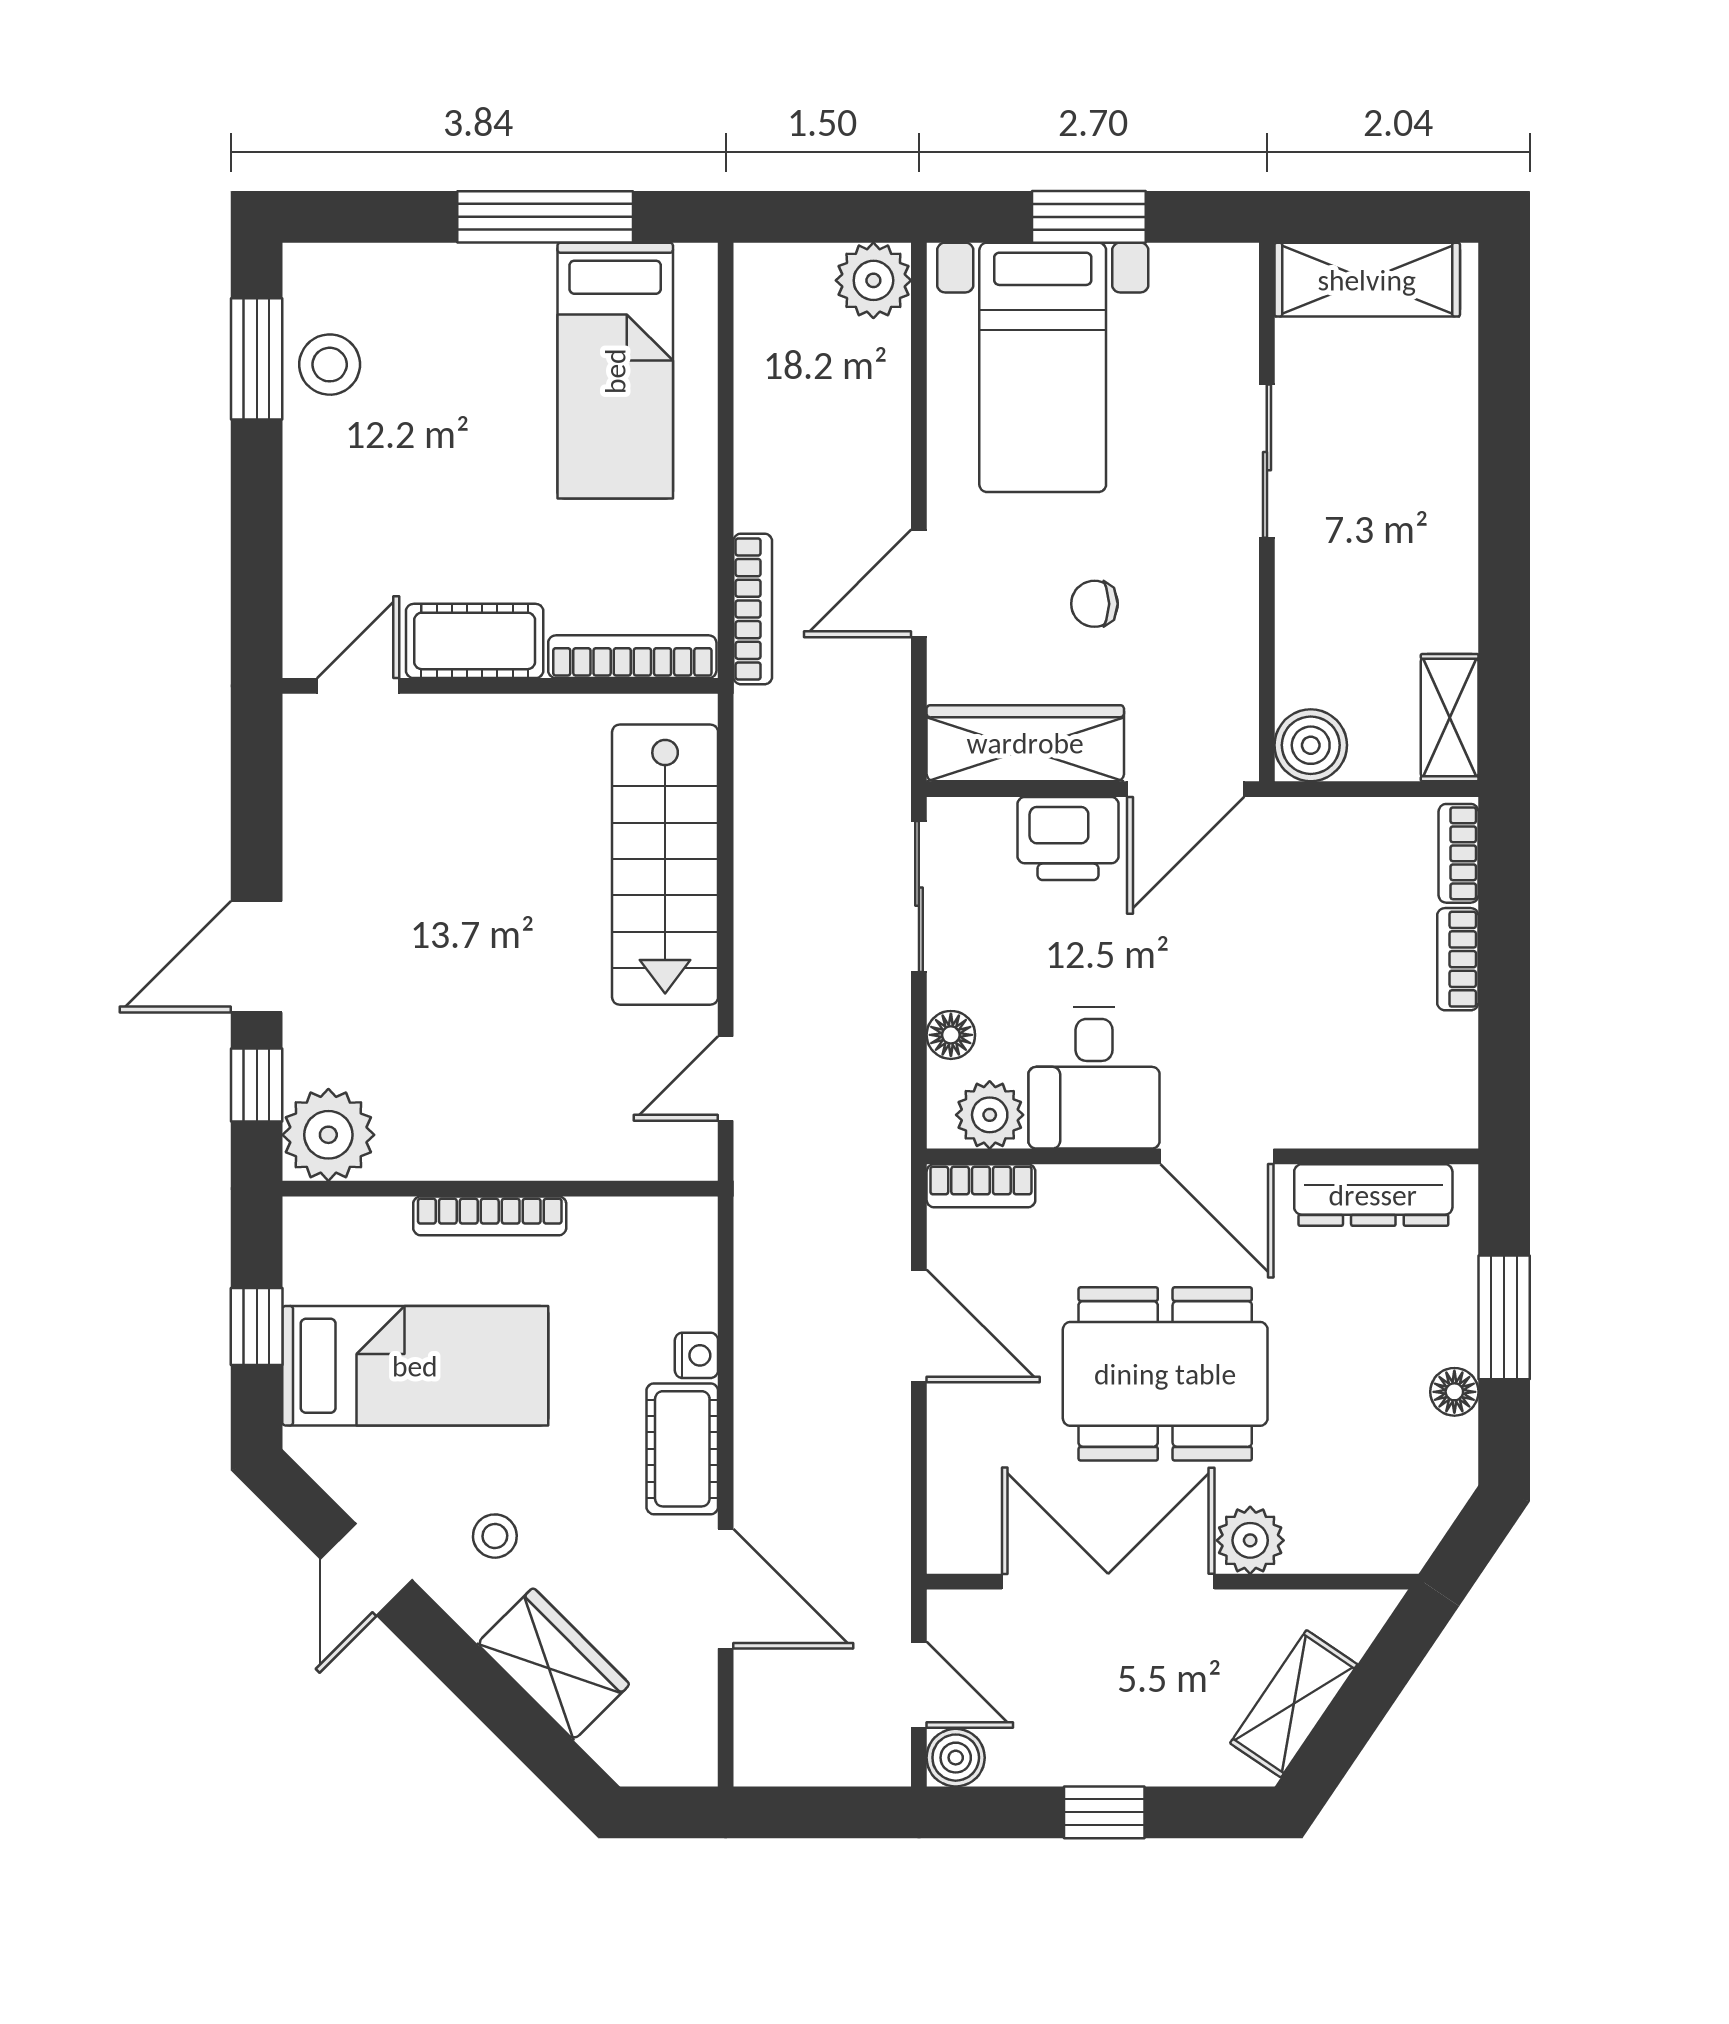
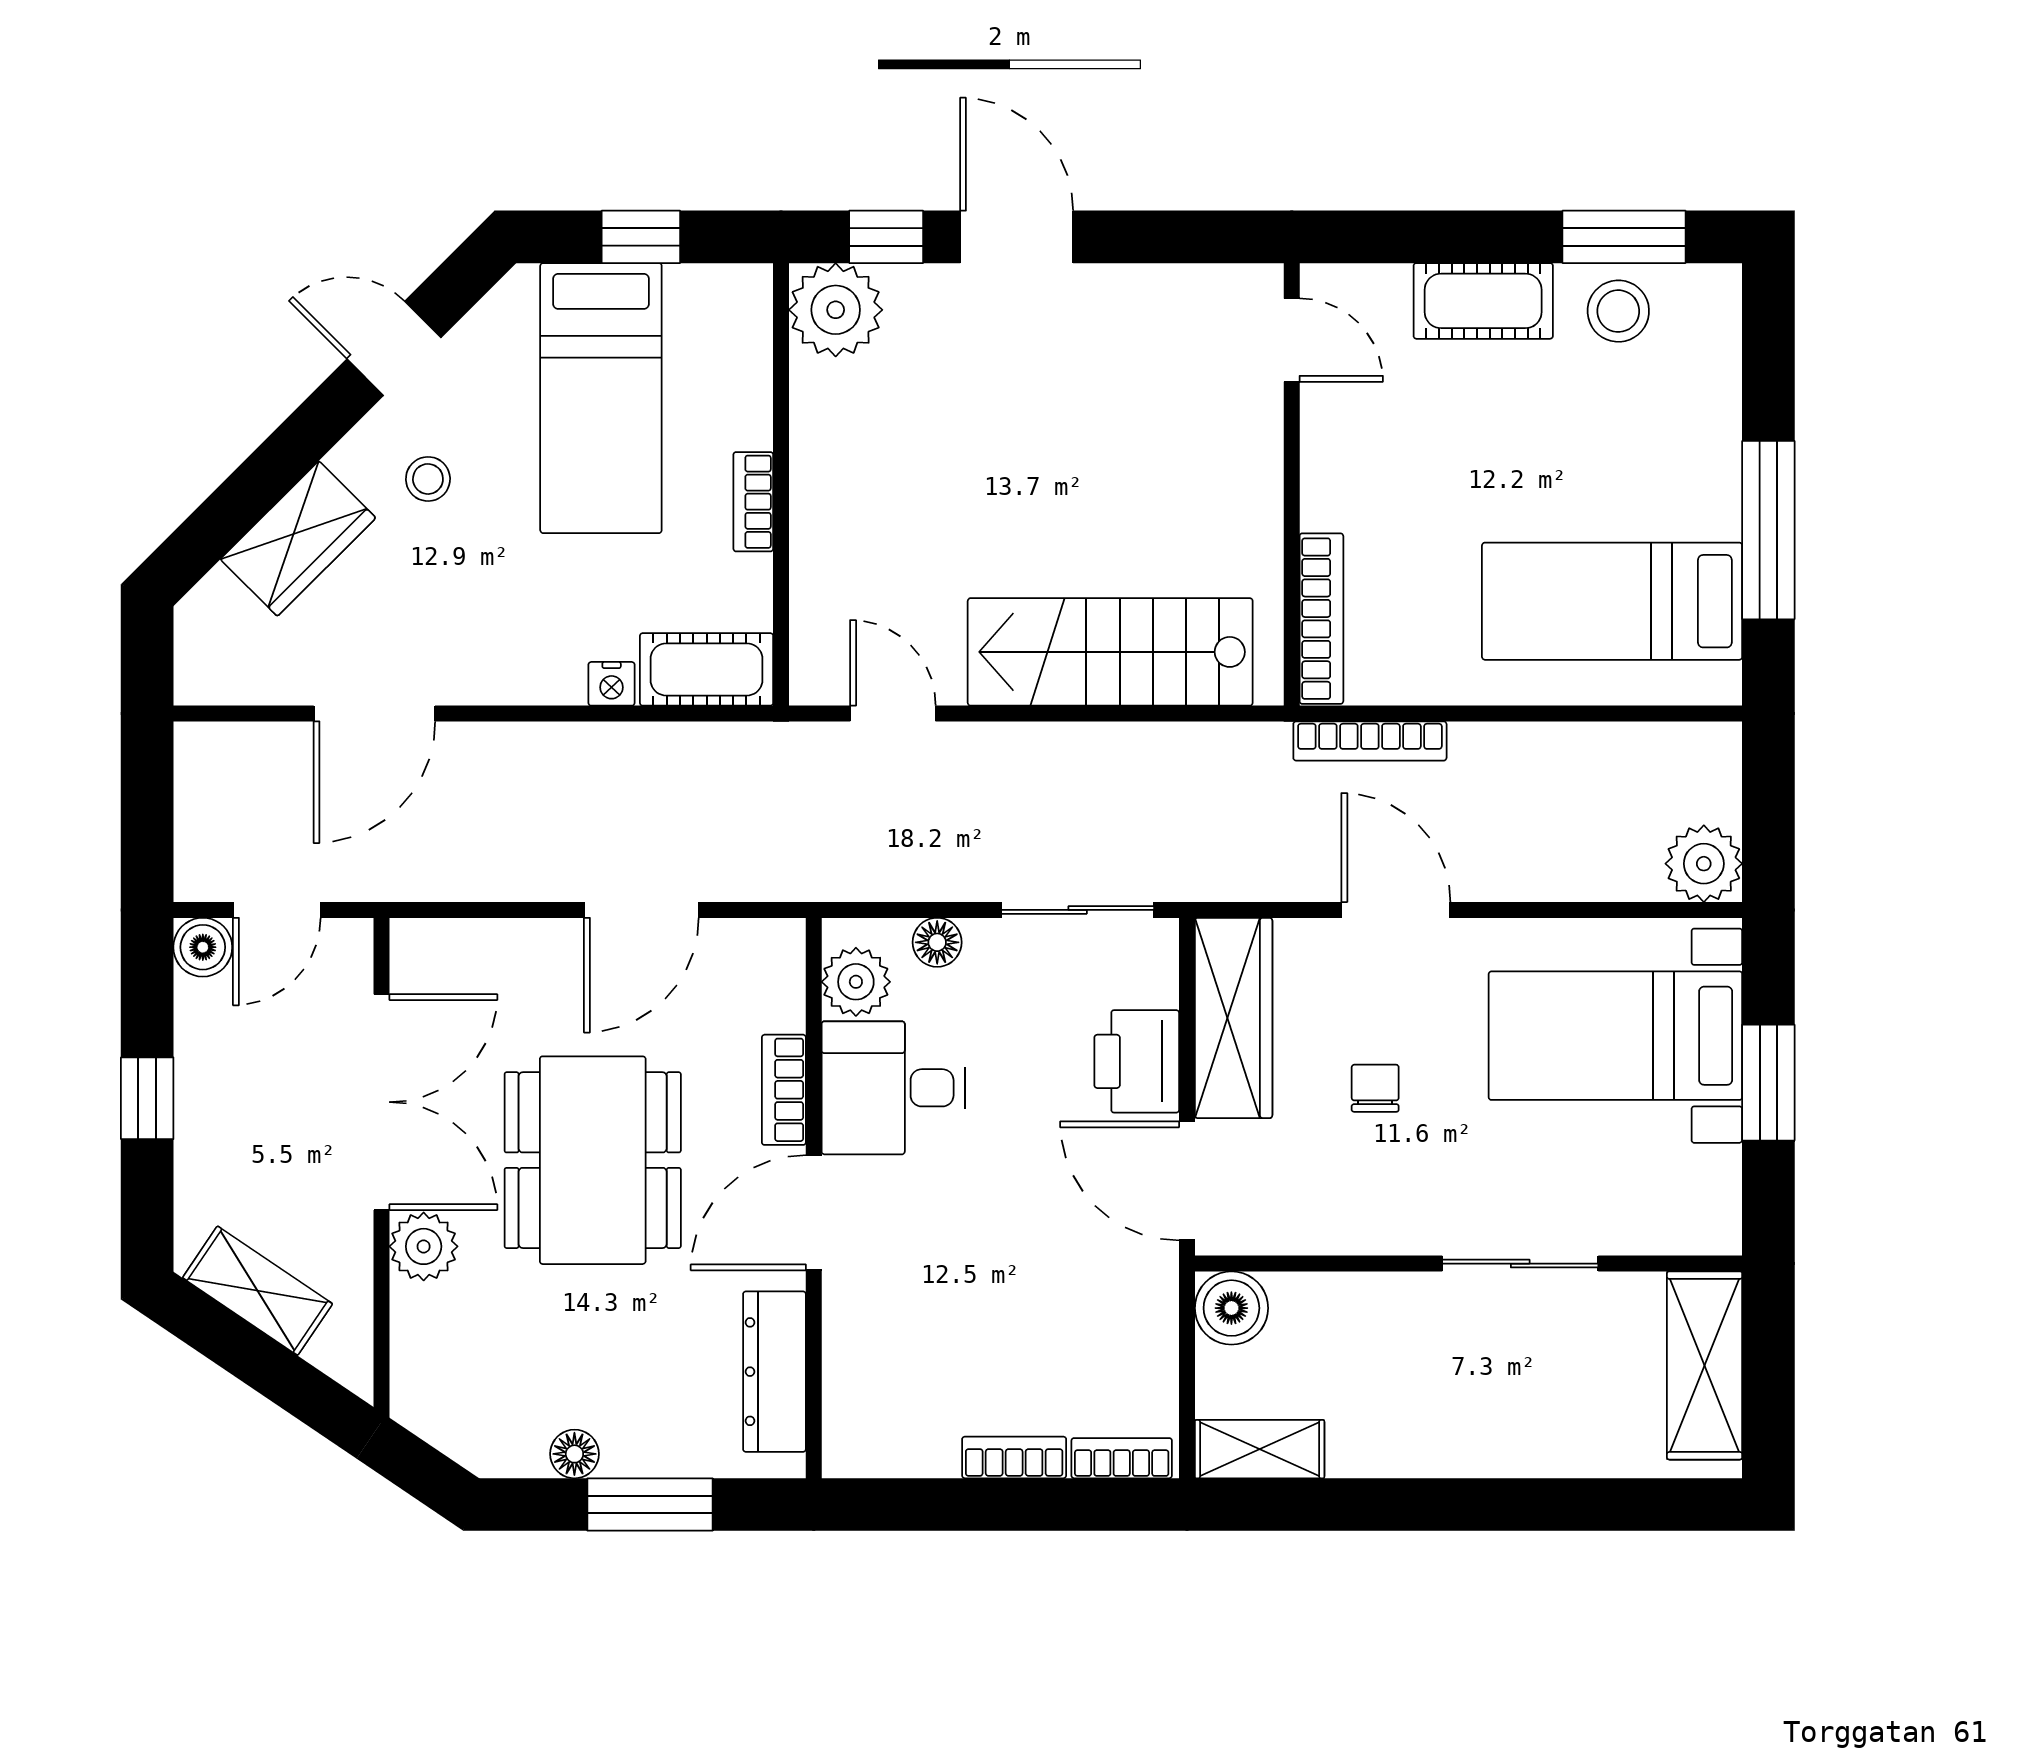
cot: (475, 641) -> (1483, 301), moved, turned 90
bookcase: (981, 1186) -> (784, 1090), moved
bookcase: (490, 1216) -> (753, 502), width x0.64
cot: (682, 1449) -> (707, 669), moved

